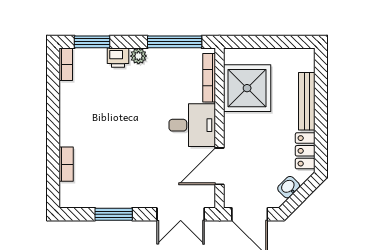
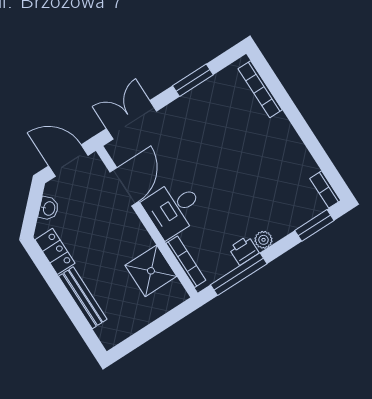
printer: (118, 58) -> (244, 250), moved
shower: (247, 88) -> (151, 271), width x0.73, depth x0.73
bookcase: (66, 164) -> (260, 89), width x1.56

